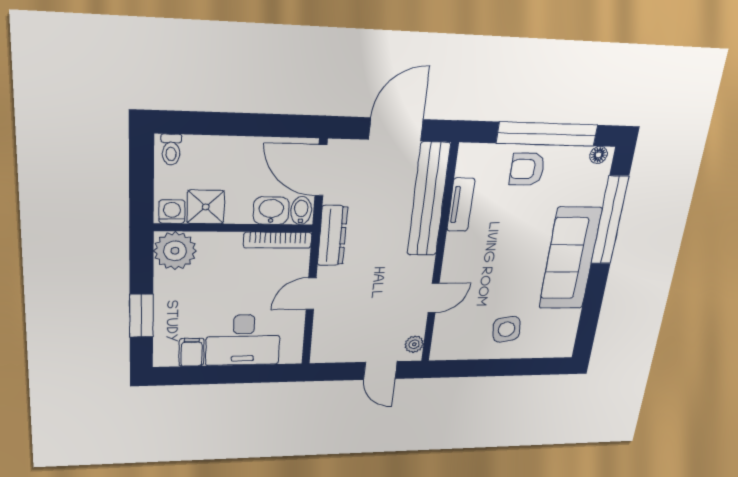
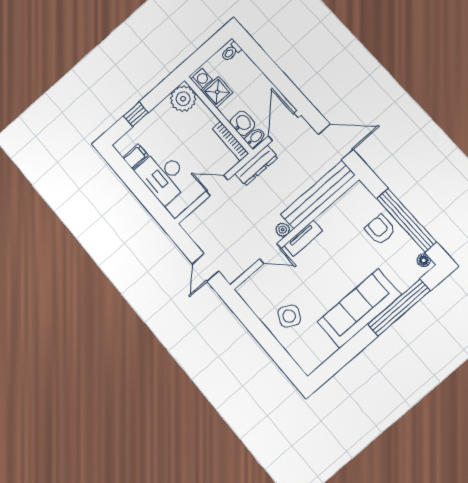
tv unit: (461, 205) -> (303, 238), moved
window: (141, 316) -> (136, 114), width x0.67
side table: (507, 329) -> (289, 316), turned 37
plant: (414, 344) -> (283, 230), moved

